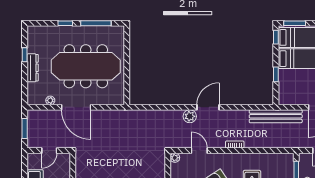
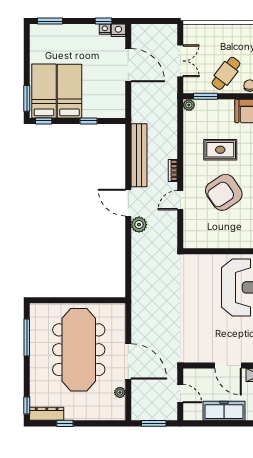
window: (65, 23) -> (27, 405), moved
dresser: (33, 68) -> (47, 414), moved
door: (76, 107) -> (128, 361), hinge flipped
bench: (276, 116) -> (139, 155), moved
door: (199, 151) -> (180, 200), moved
plant: (175, 158) -> (189, 105), moved

